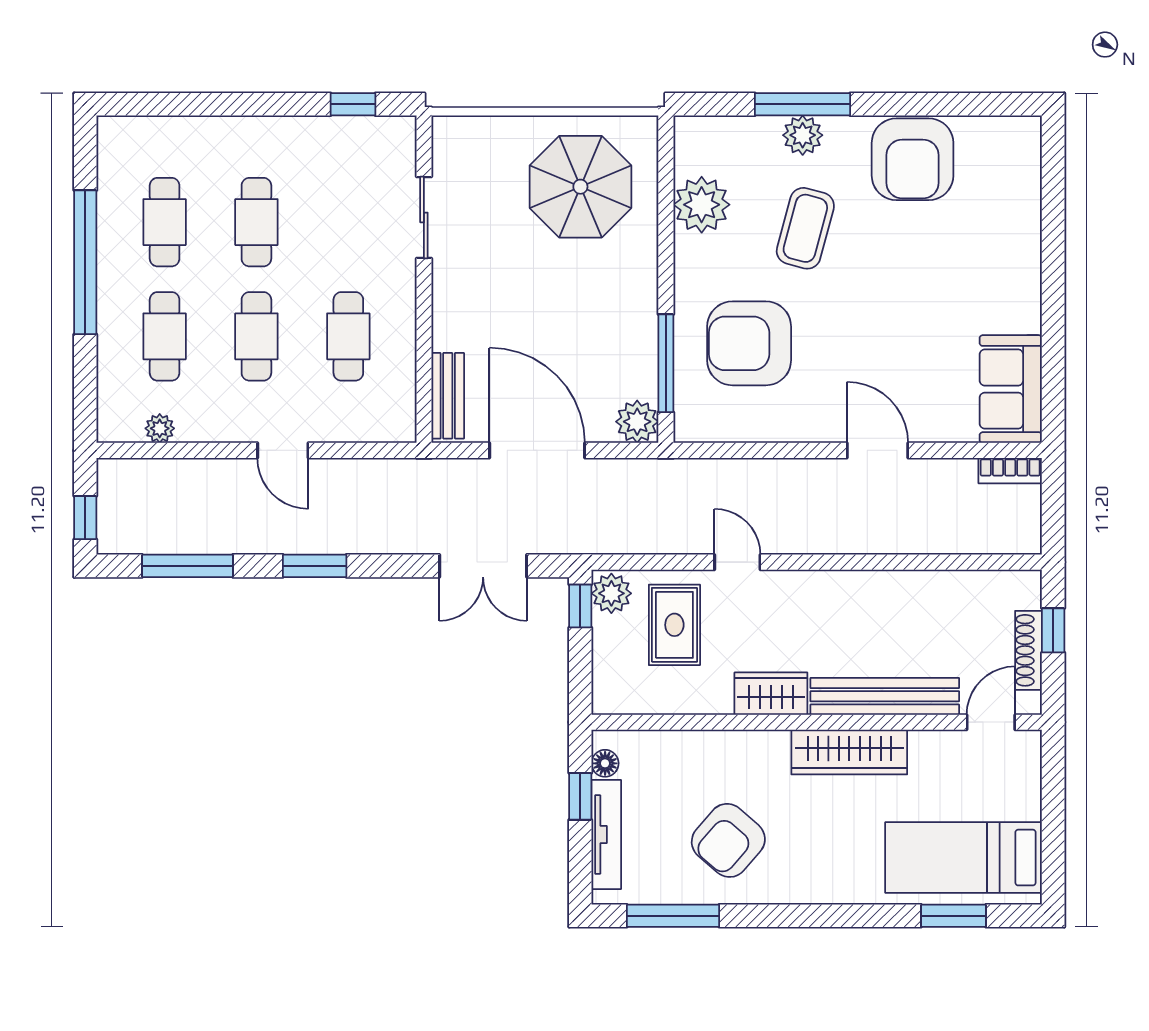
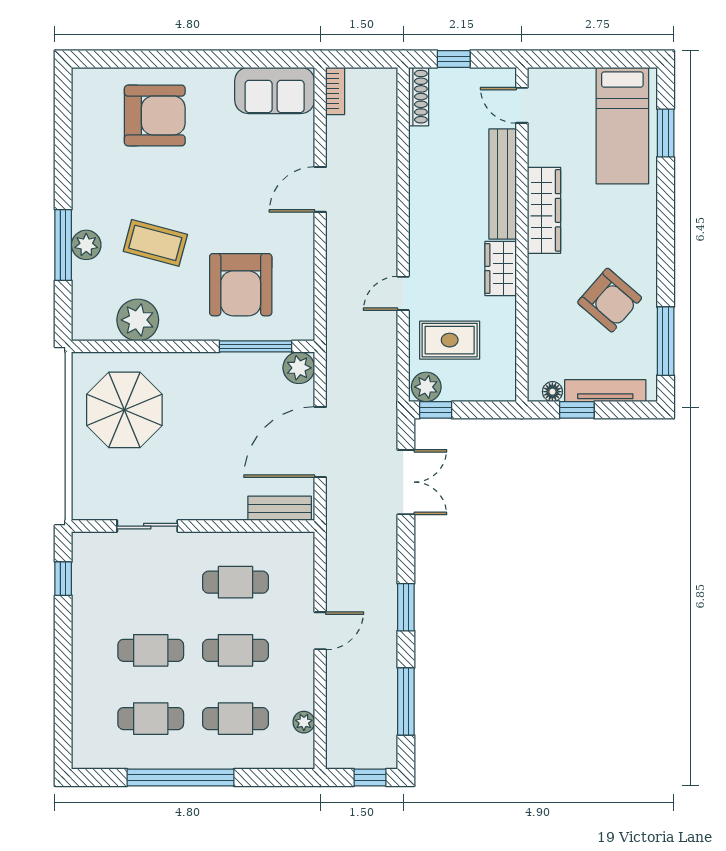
armchair: (913, 159) -> (155, 115), moved
shoe rack: (1029, 650) -> (419, 97), moved, turned -90

